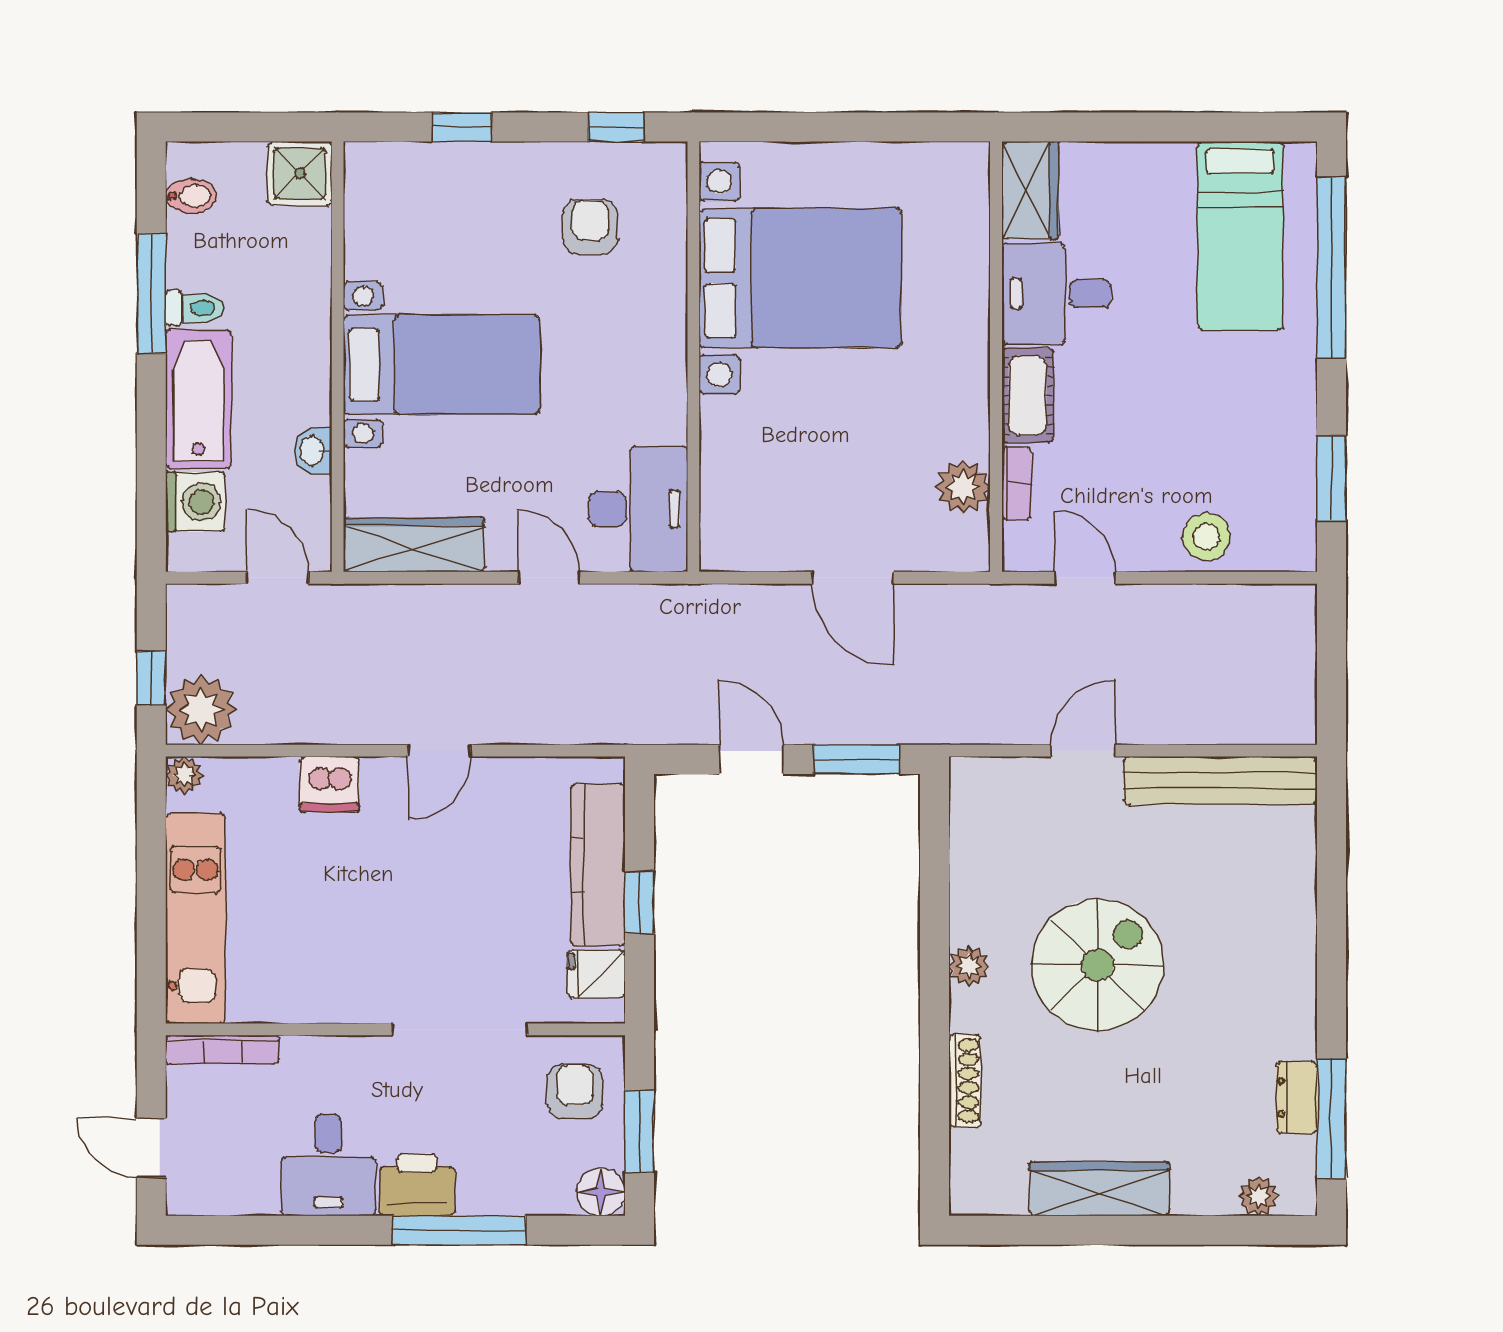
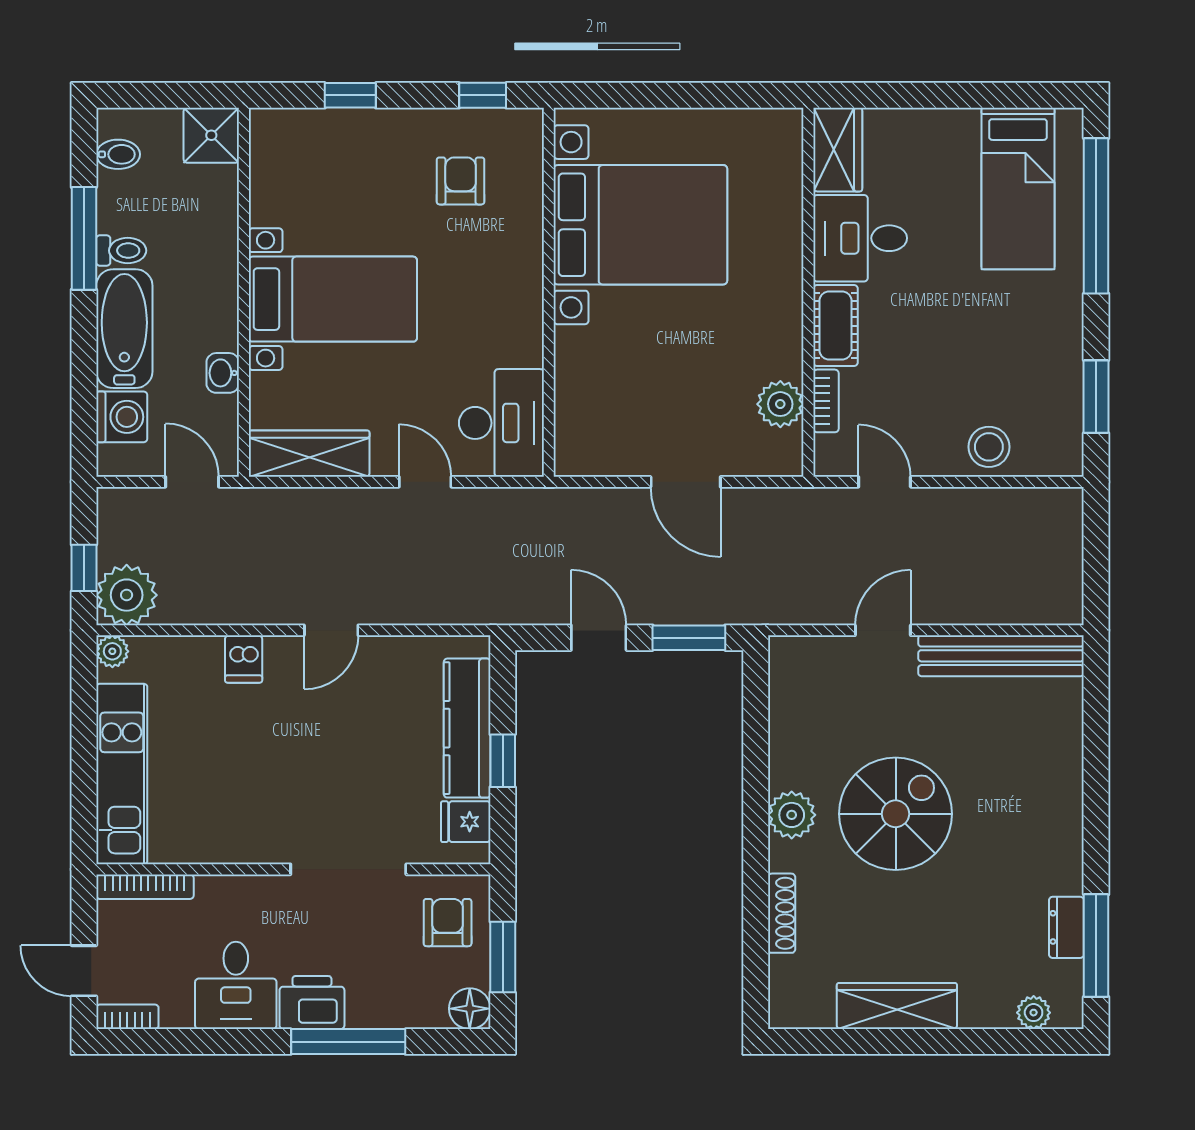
dishwasher: (329, 784) -> (244, 659), width x0.73
plant: (969, 966) -> (792, 815), width x1.38, depth x1.38
bookcase: (202, 1201) -> (127, 1017), added

